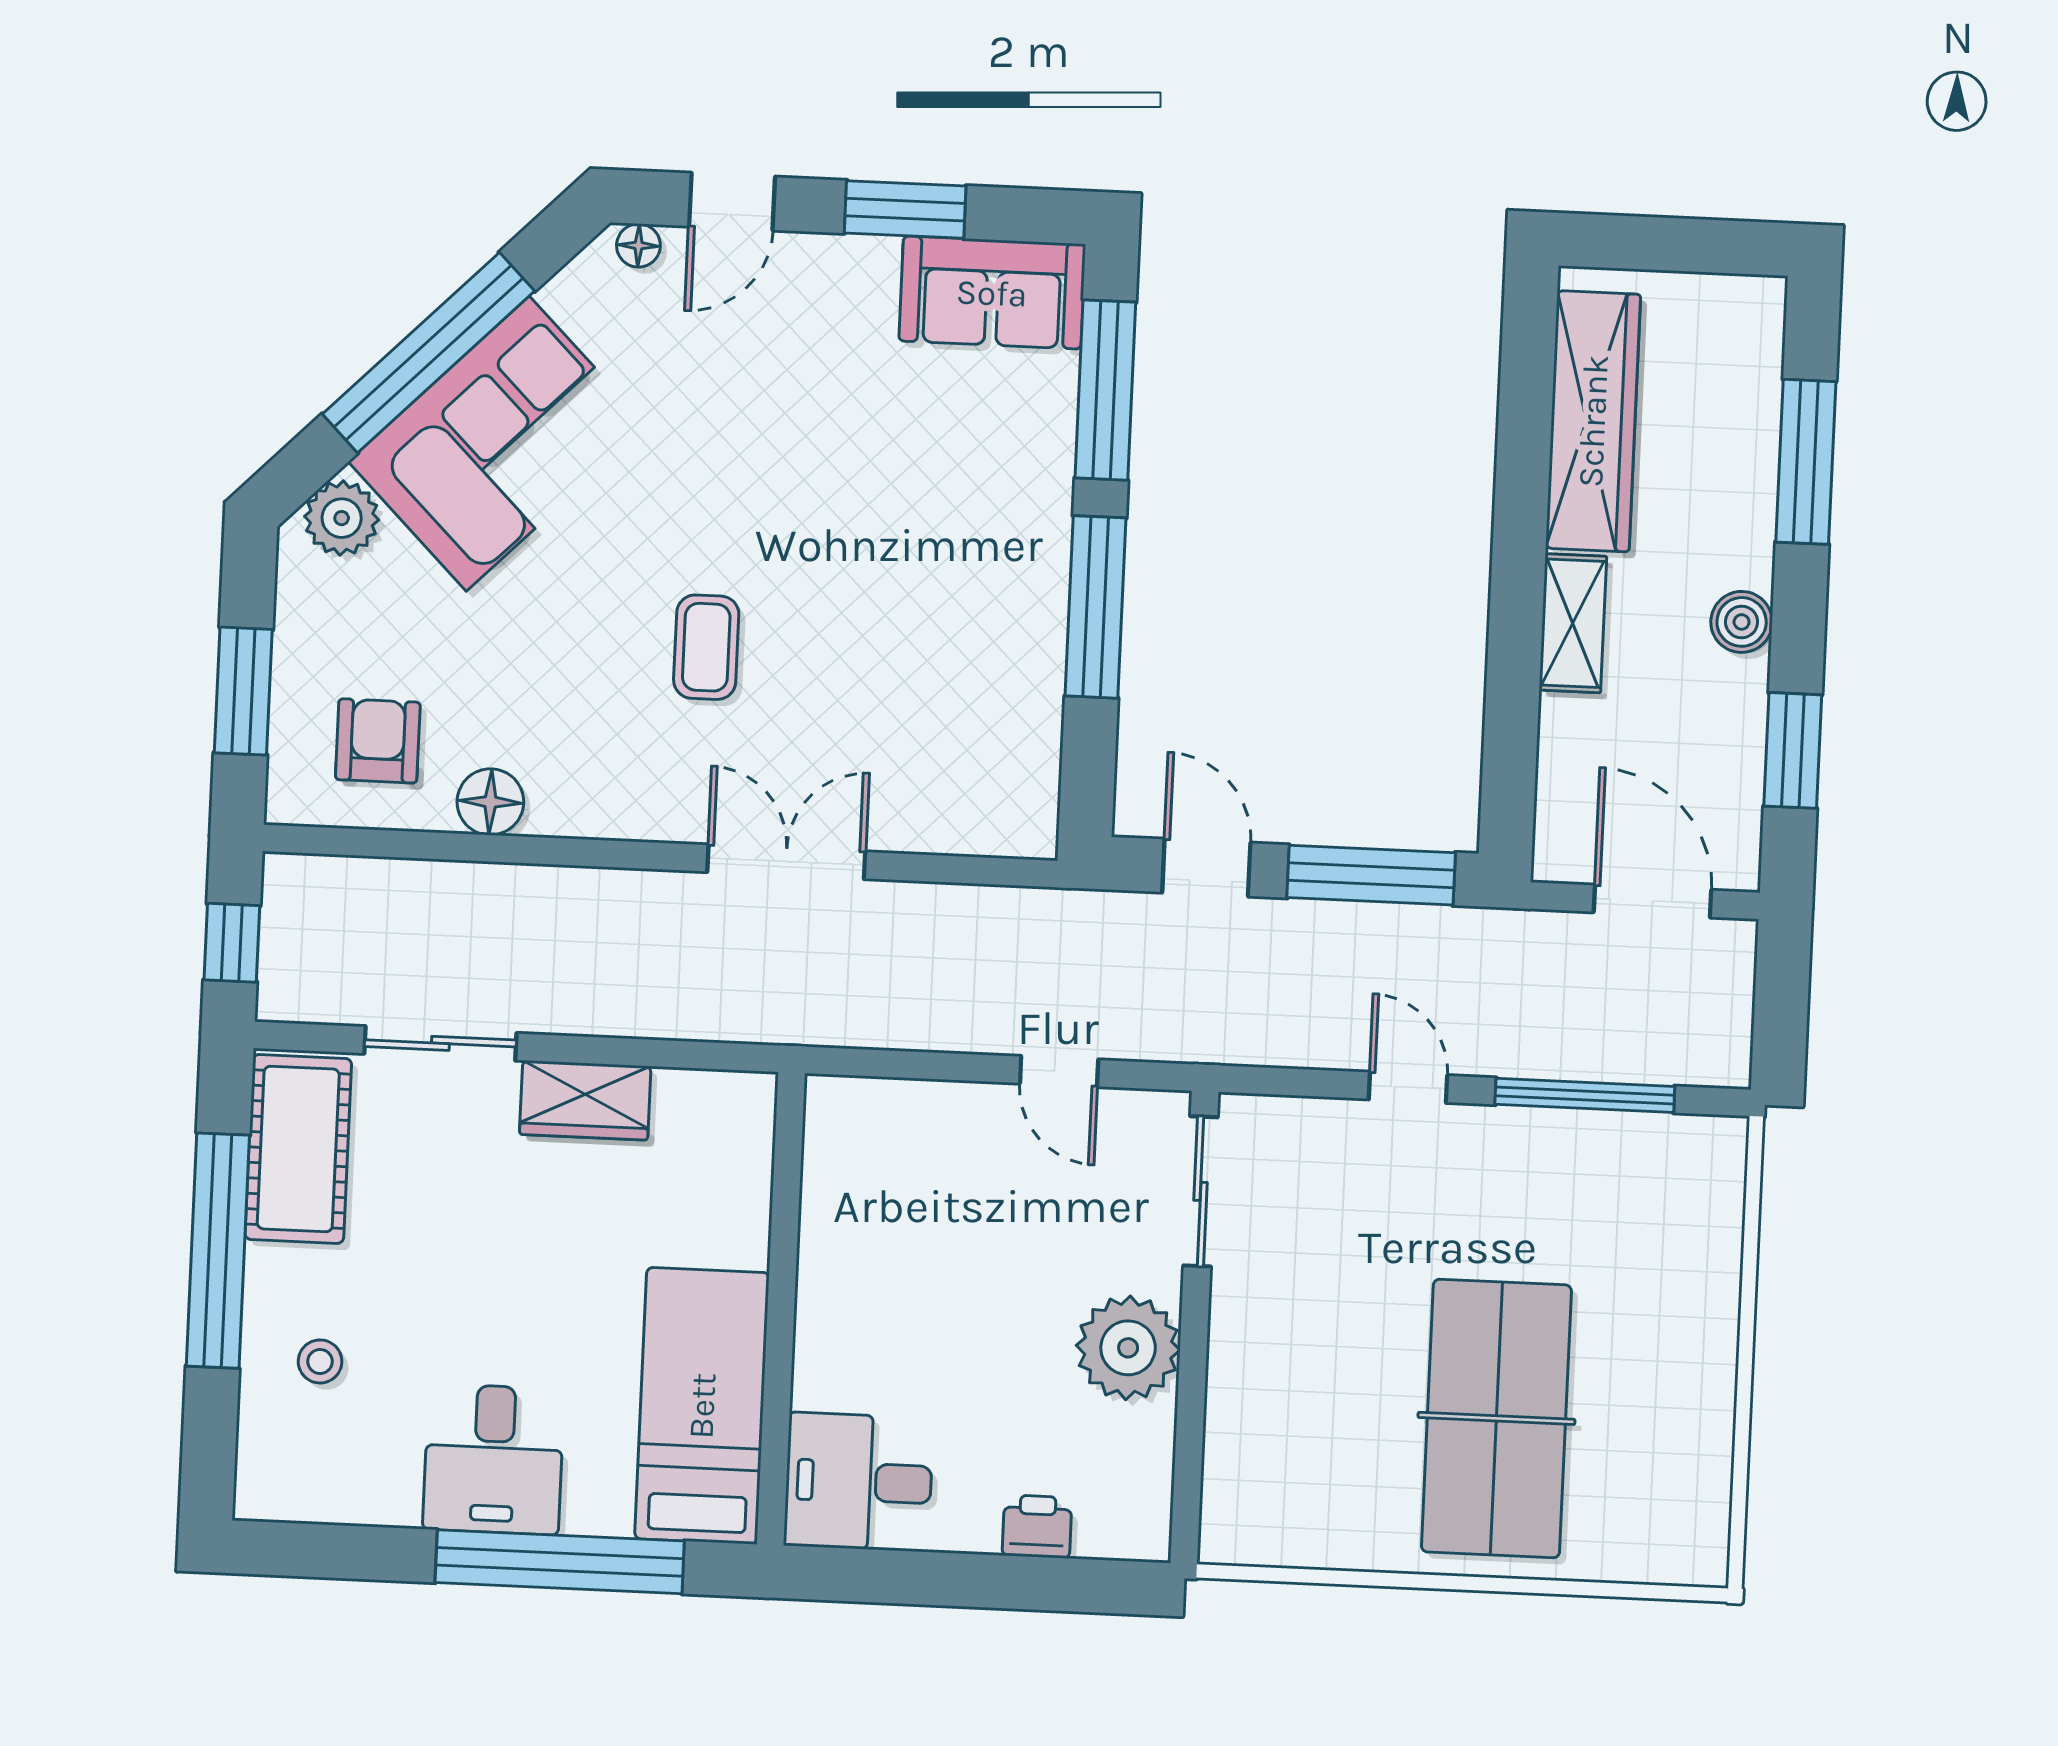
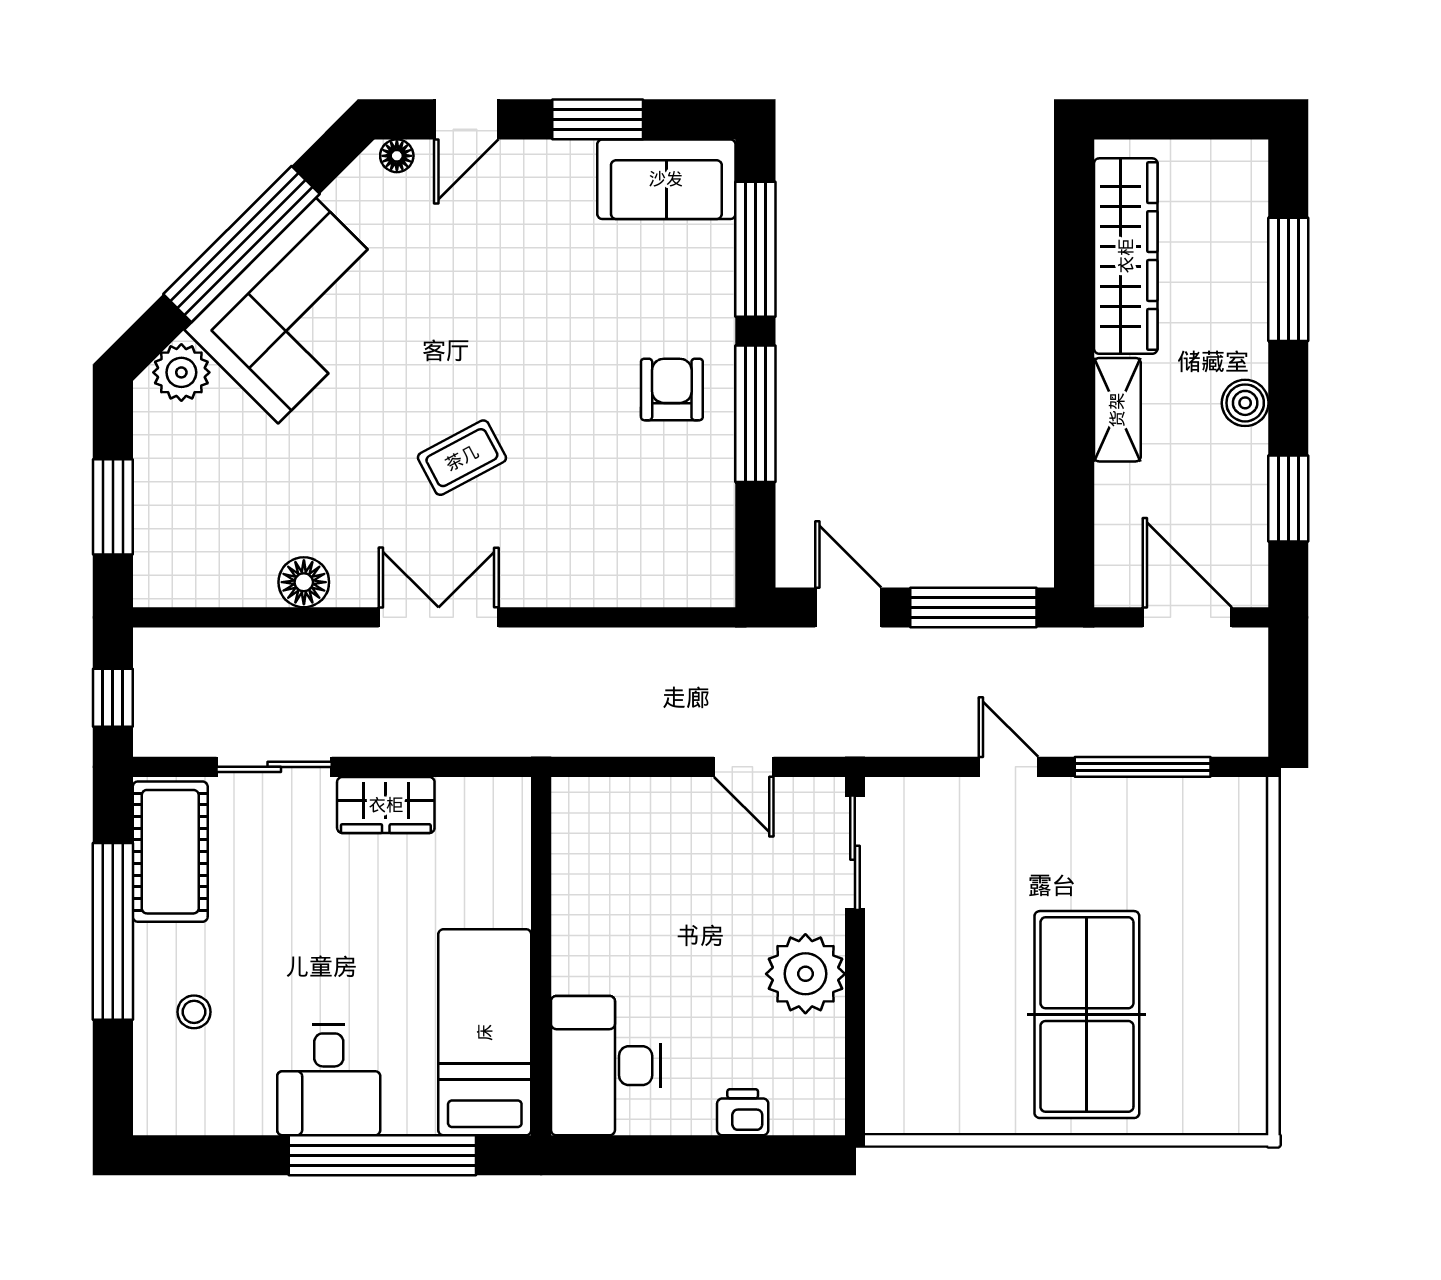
coffee table: (706, 647) -> (462, 458), turned 62
armchair: (378, 741) -> (672, 389), moved
double door: (786, 862) -> (439, 617), moved
desk: (859, 1482) -> (606, 1066), width x1.37

